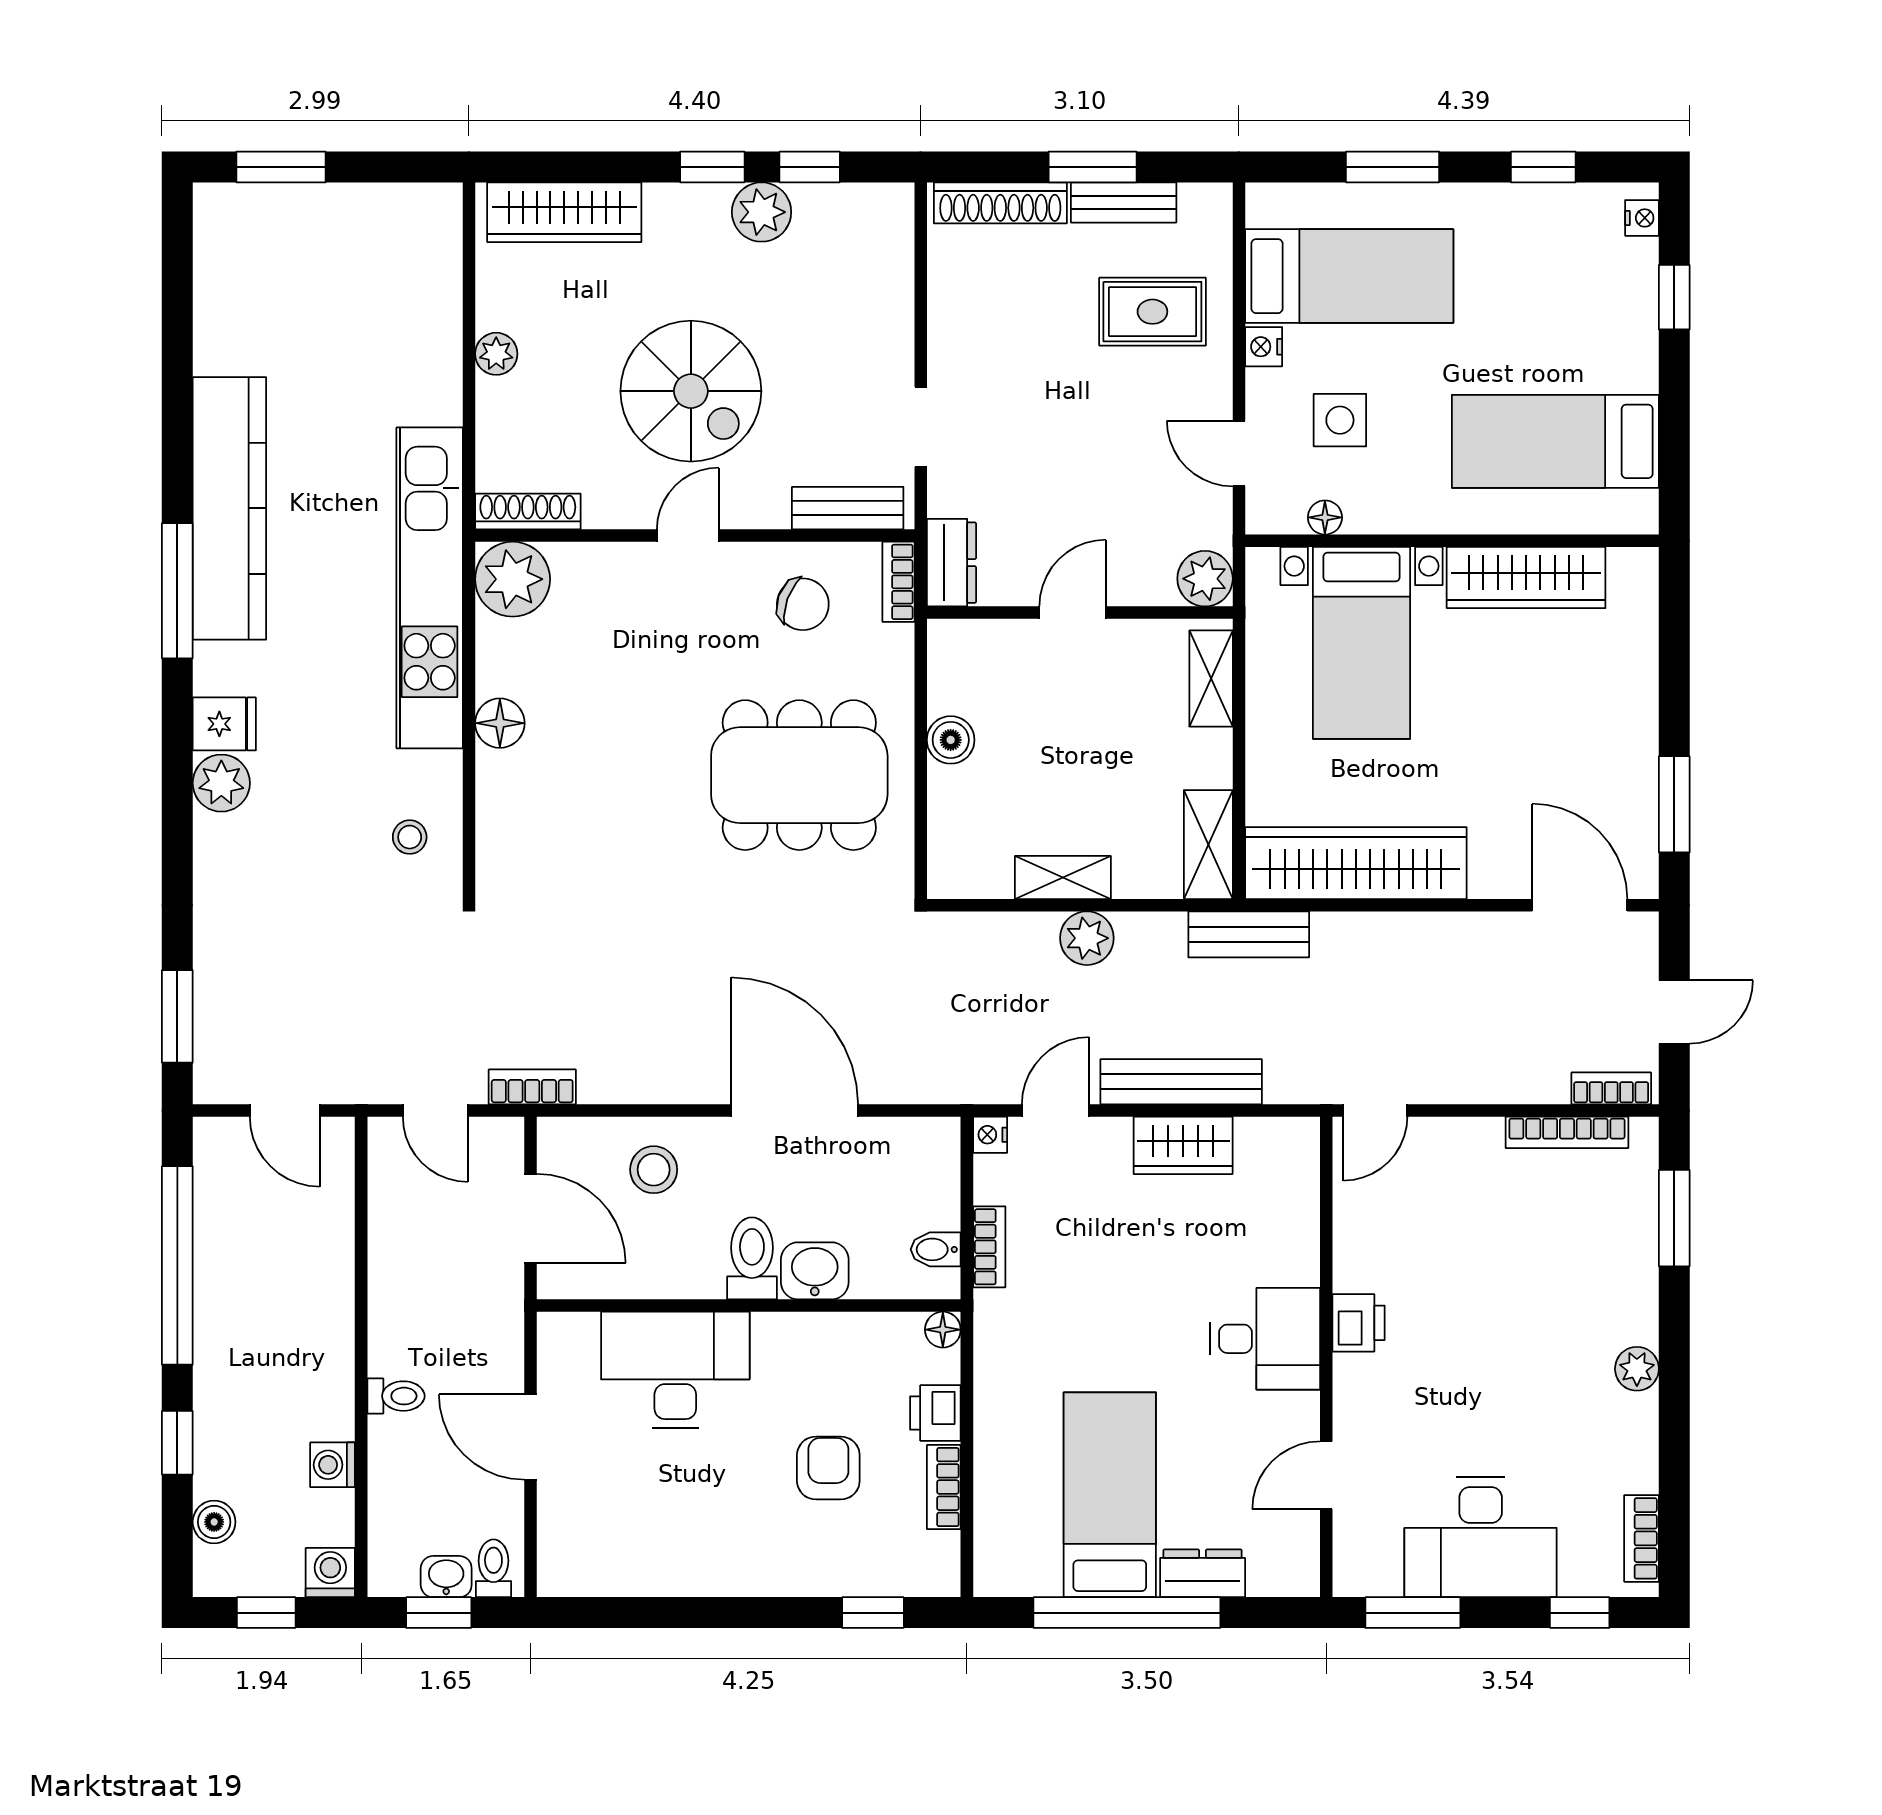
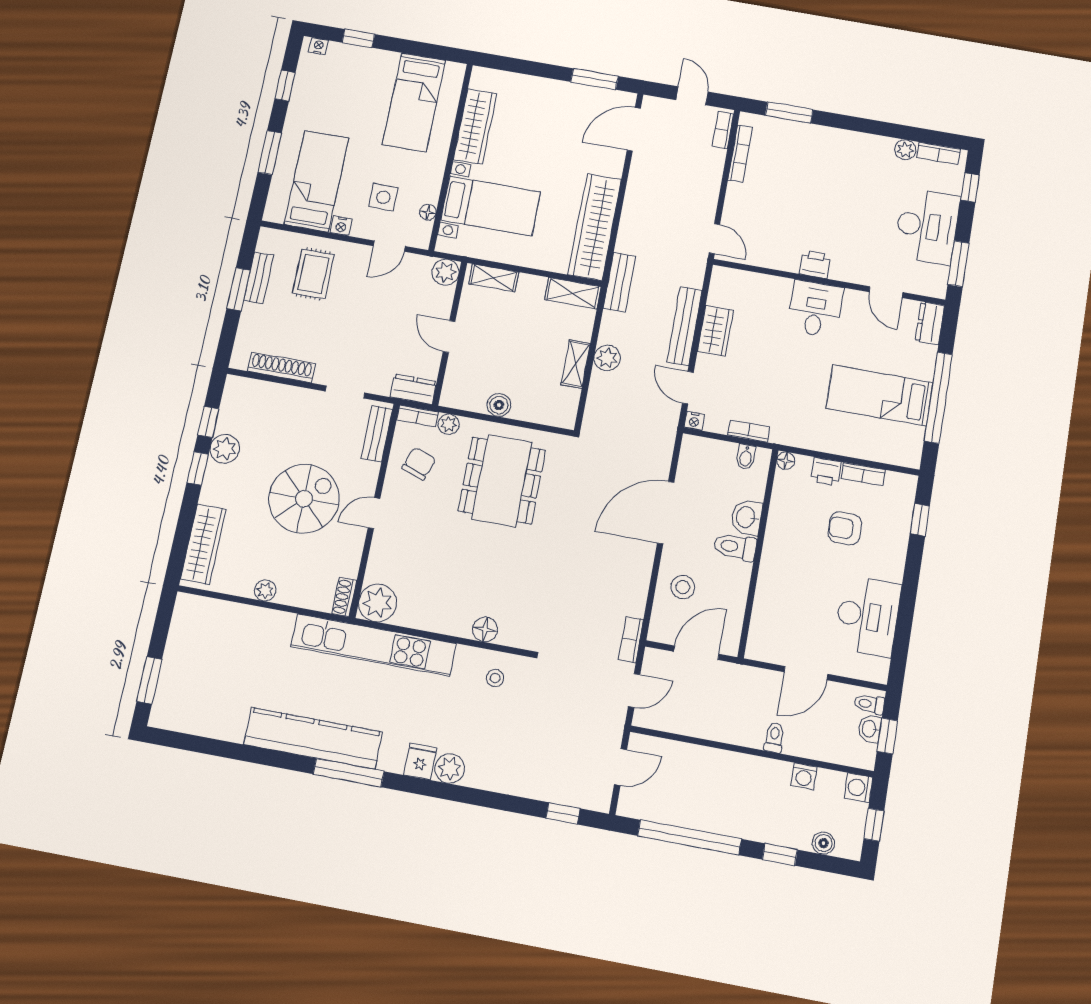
shoe rack: (1000, 203) -> (281, 367), moved, turned -90
shoe rack: (528, 511) -> (344, 597), width x0.70
door: (688, 536) -> (374, 513), hinge flipped
plant: (893, 647) -> (449, 424), added
floor lamp: (500, 723) -> (485, 629), moved
window: (177, 1016) -> (563, 813), width x0.67
plant: (1637, 1369) -> (905, 150), moved
desk: (675, 1370) -> (867, 616), moved, turned 180
dresser: (1203, 1573) -> (930, 323), moved

